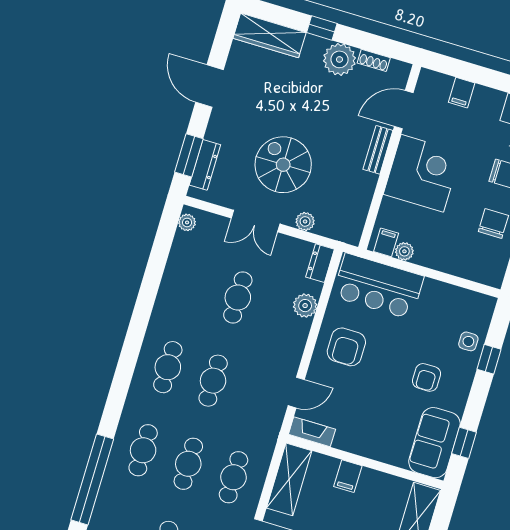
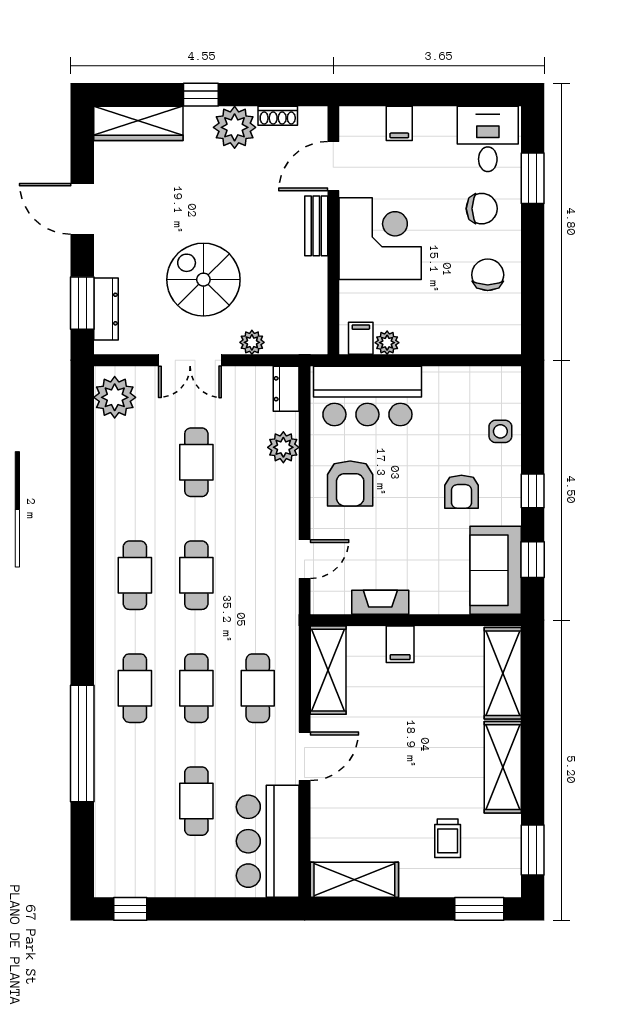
plant: (187, 222) -> (115, 397), width x1.88, depth x1.88
window: (489, 359) -> (533, 491), moved
fireplace: (312, 432) -> (380, 602), moved

